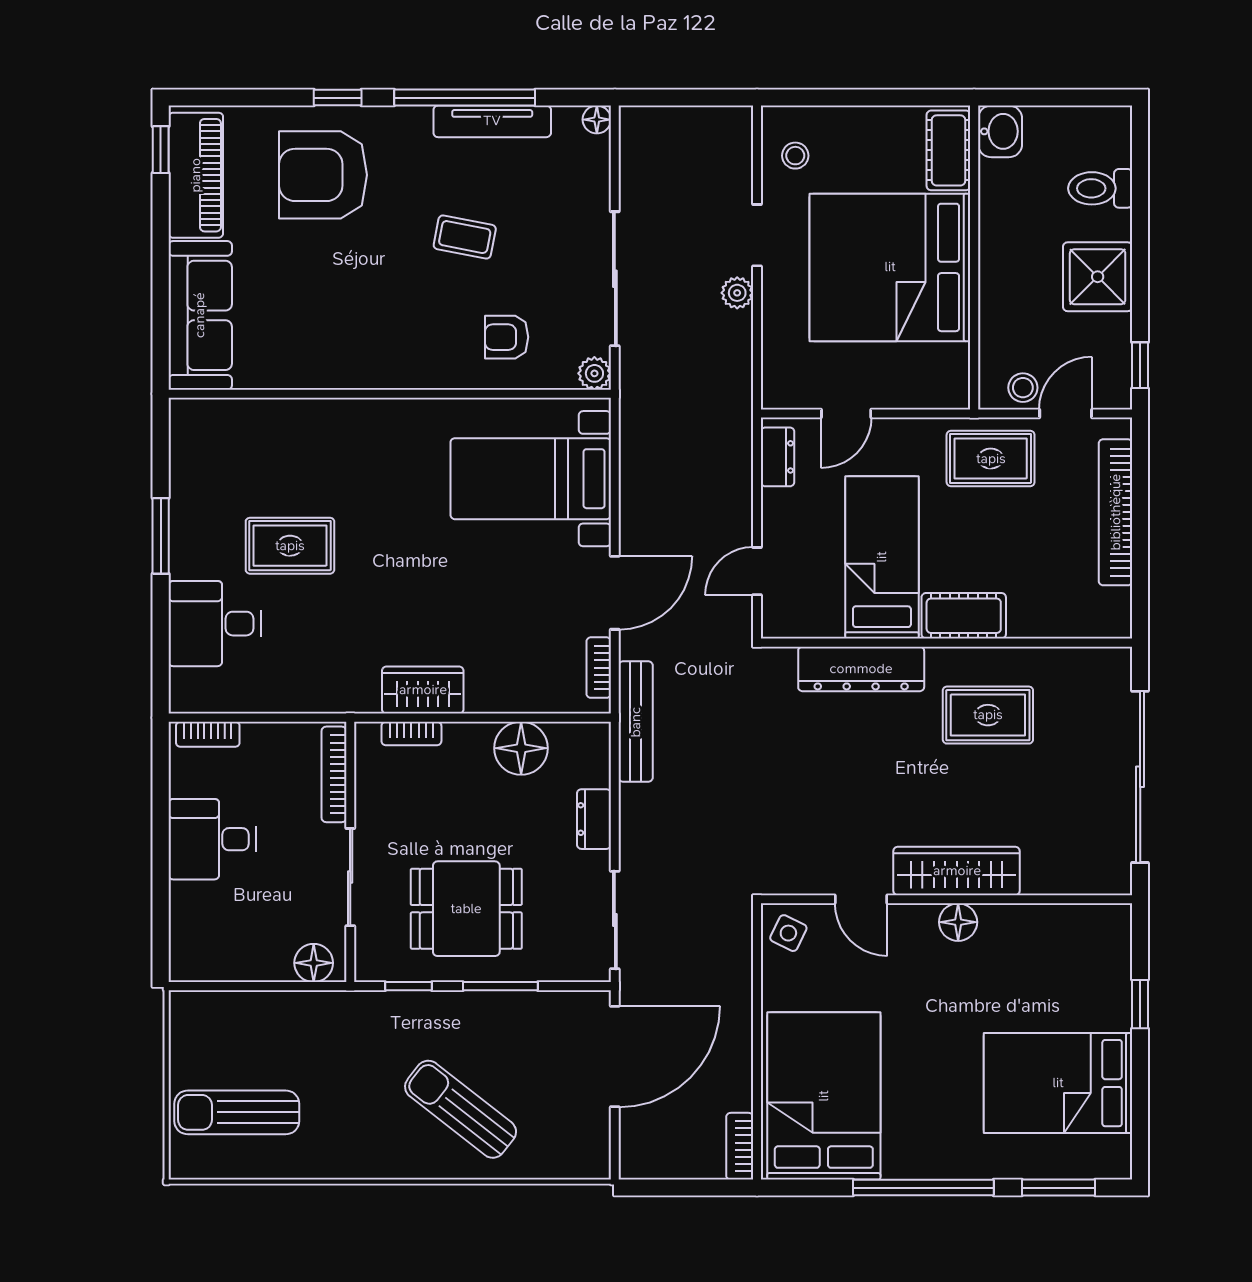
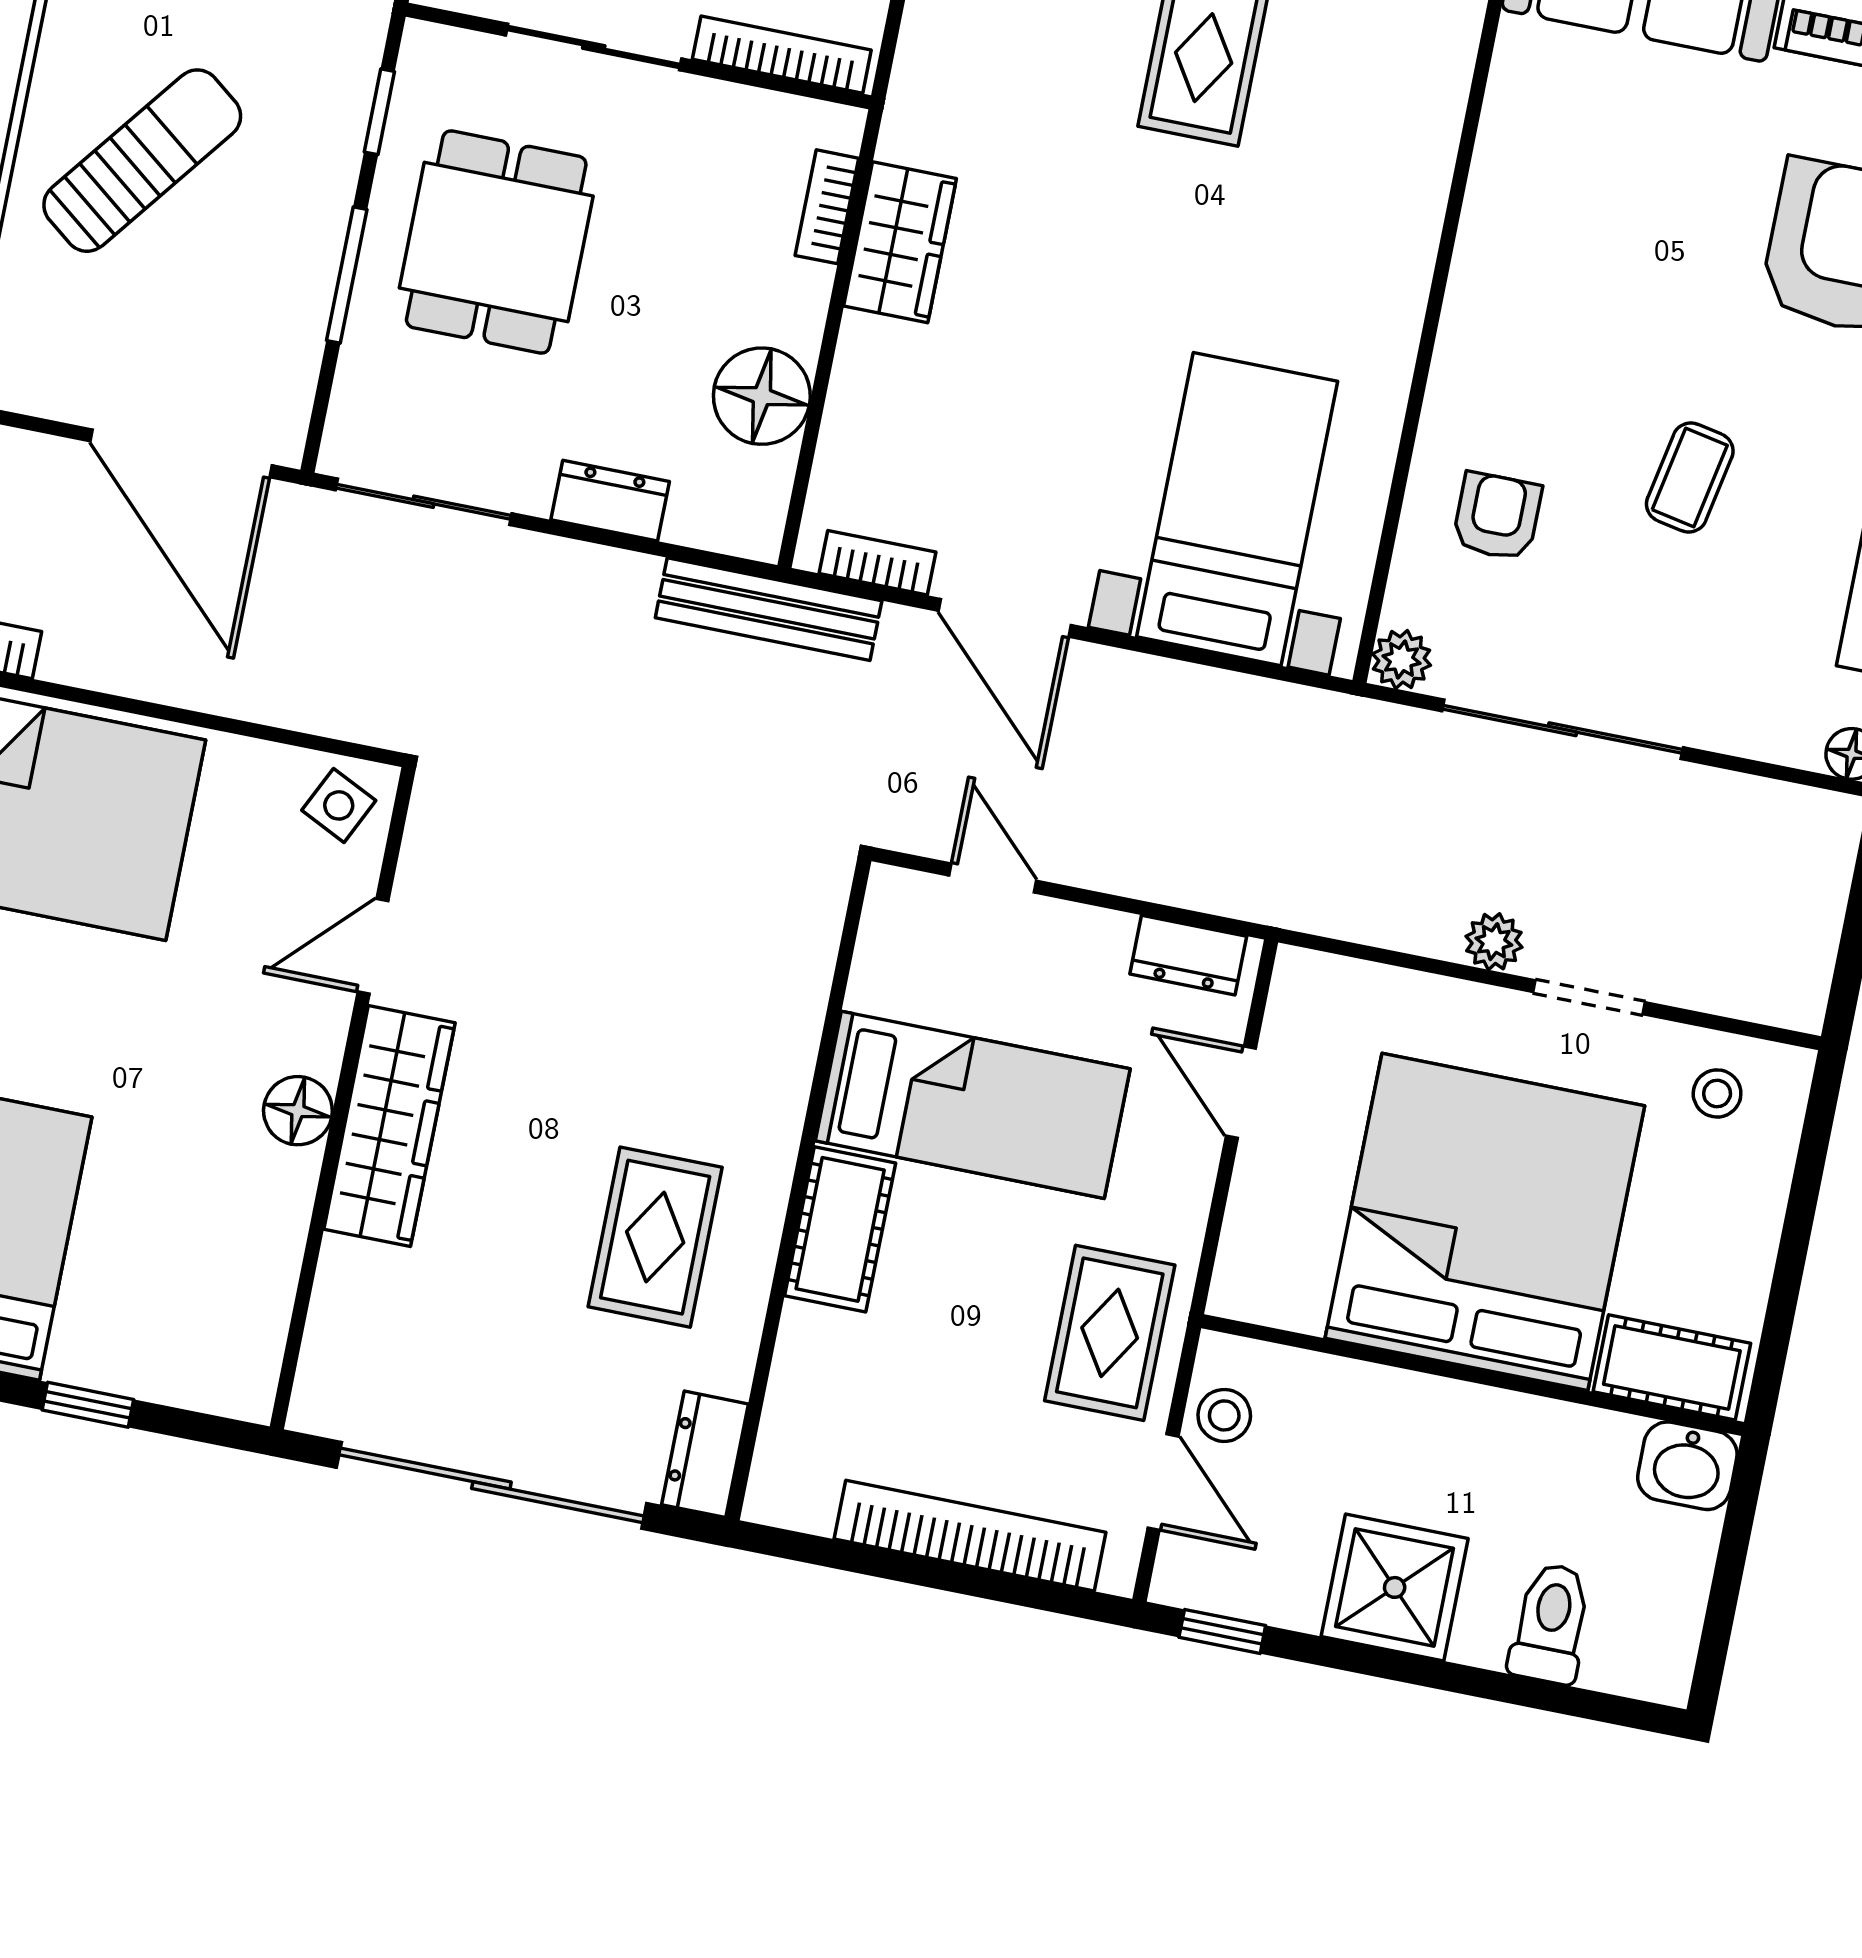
dresser: (861, 669) -> (705, 1454), moved, width x0.51, depth x0.80

